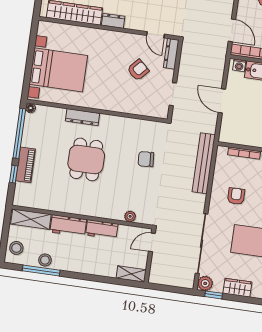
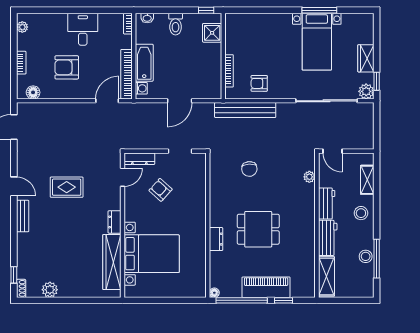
bed with nightstands: (58, 70) -> (152, 254), moved, turned 90
dresser: (83, 117) -> (216, 239), width x0.70
piano: (25, 165) -> (266, 287), width x1.37, depth x1.33
armchair: (236, 196) -> (259, 83), moved
stool: (16, 248) -> (361, 213), moved
shelving: (131, 274) -> (367, 180), moved

